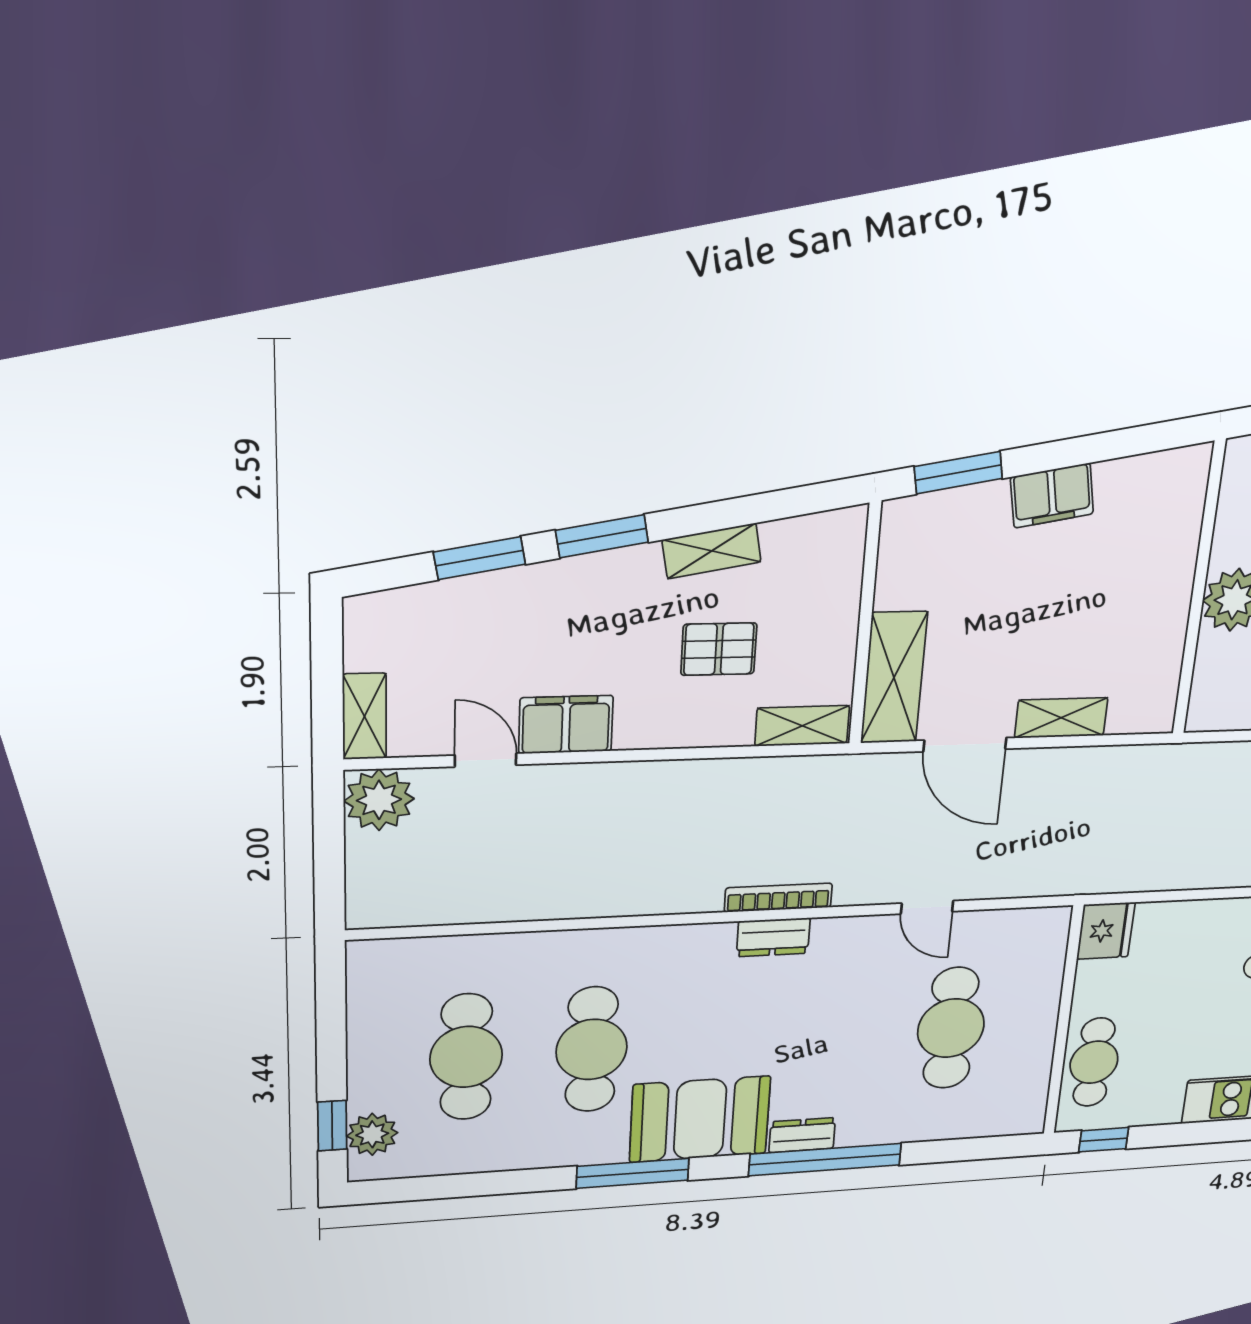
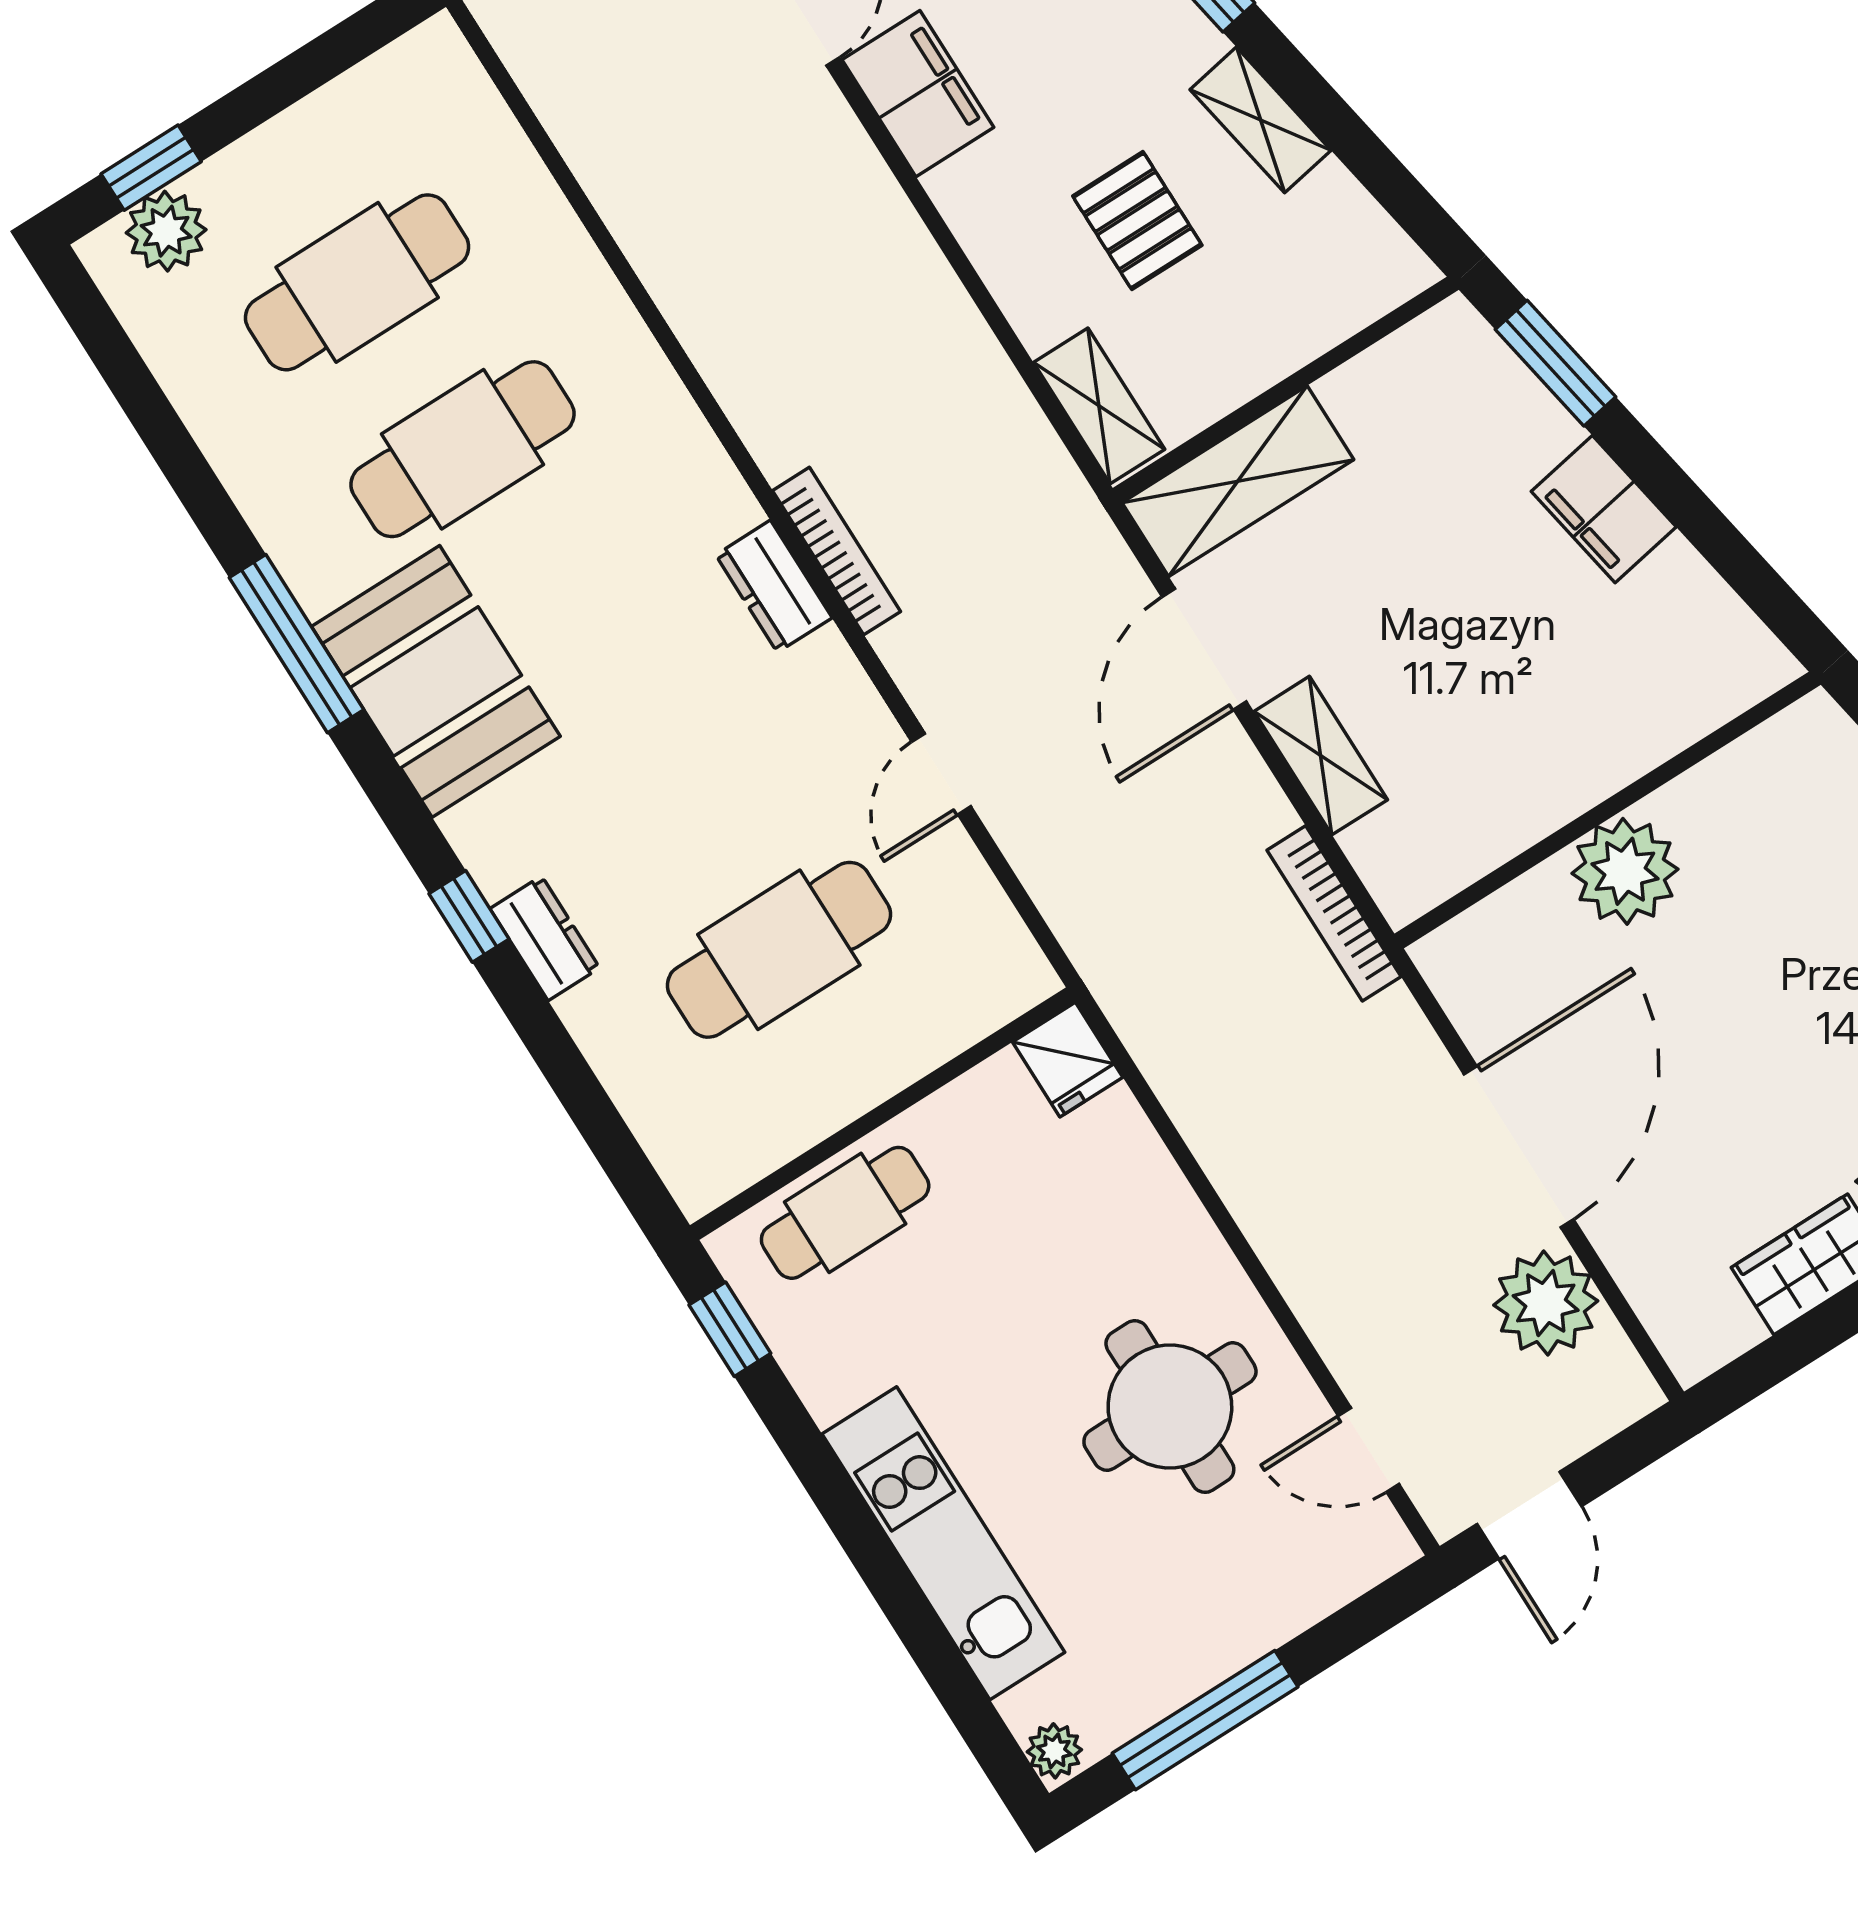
bookcase: (1140, 757) -> (1334, 913), added
fridge: (1106, 931) -> (1068, 1060), width x0.72
dresser: (802, 1135) -> (545, 938), moved
window: (825, 1160) -> (469, 916), width x0.32

